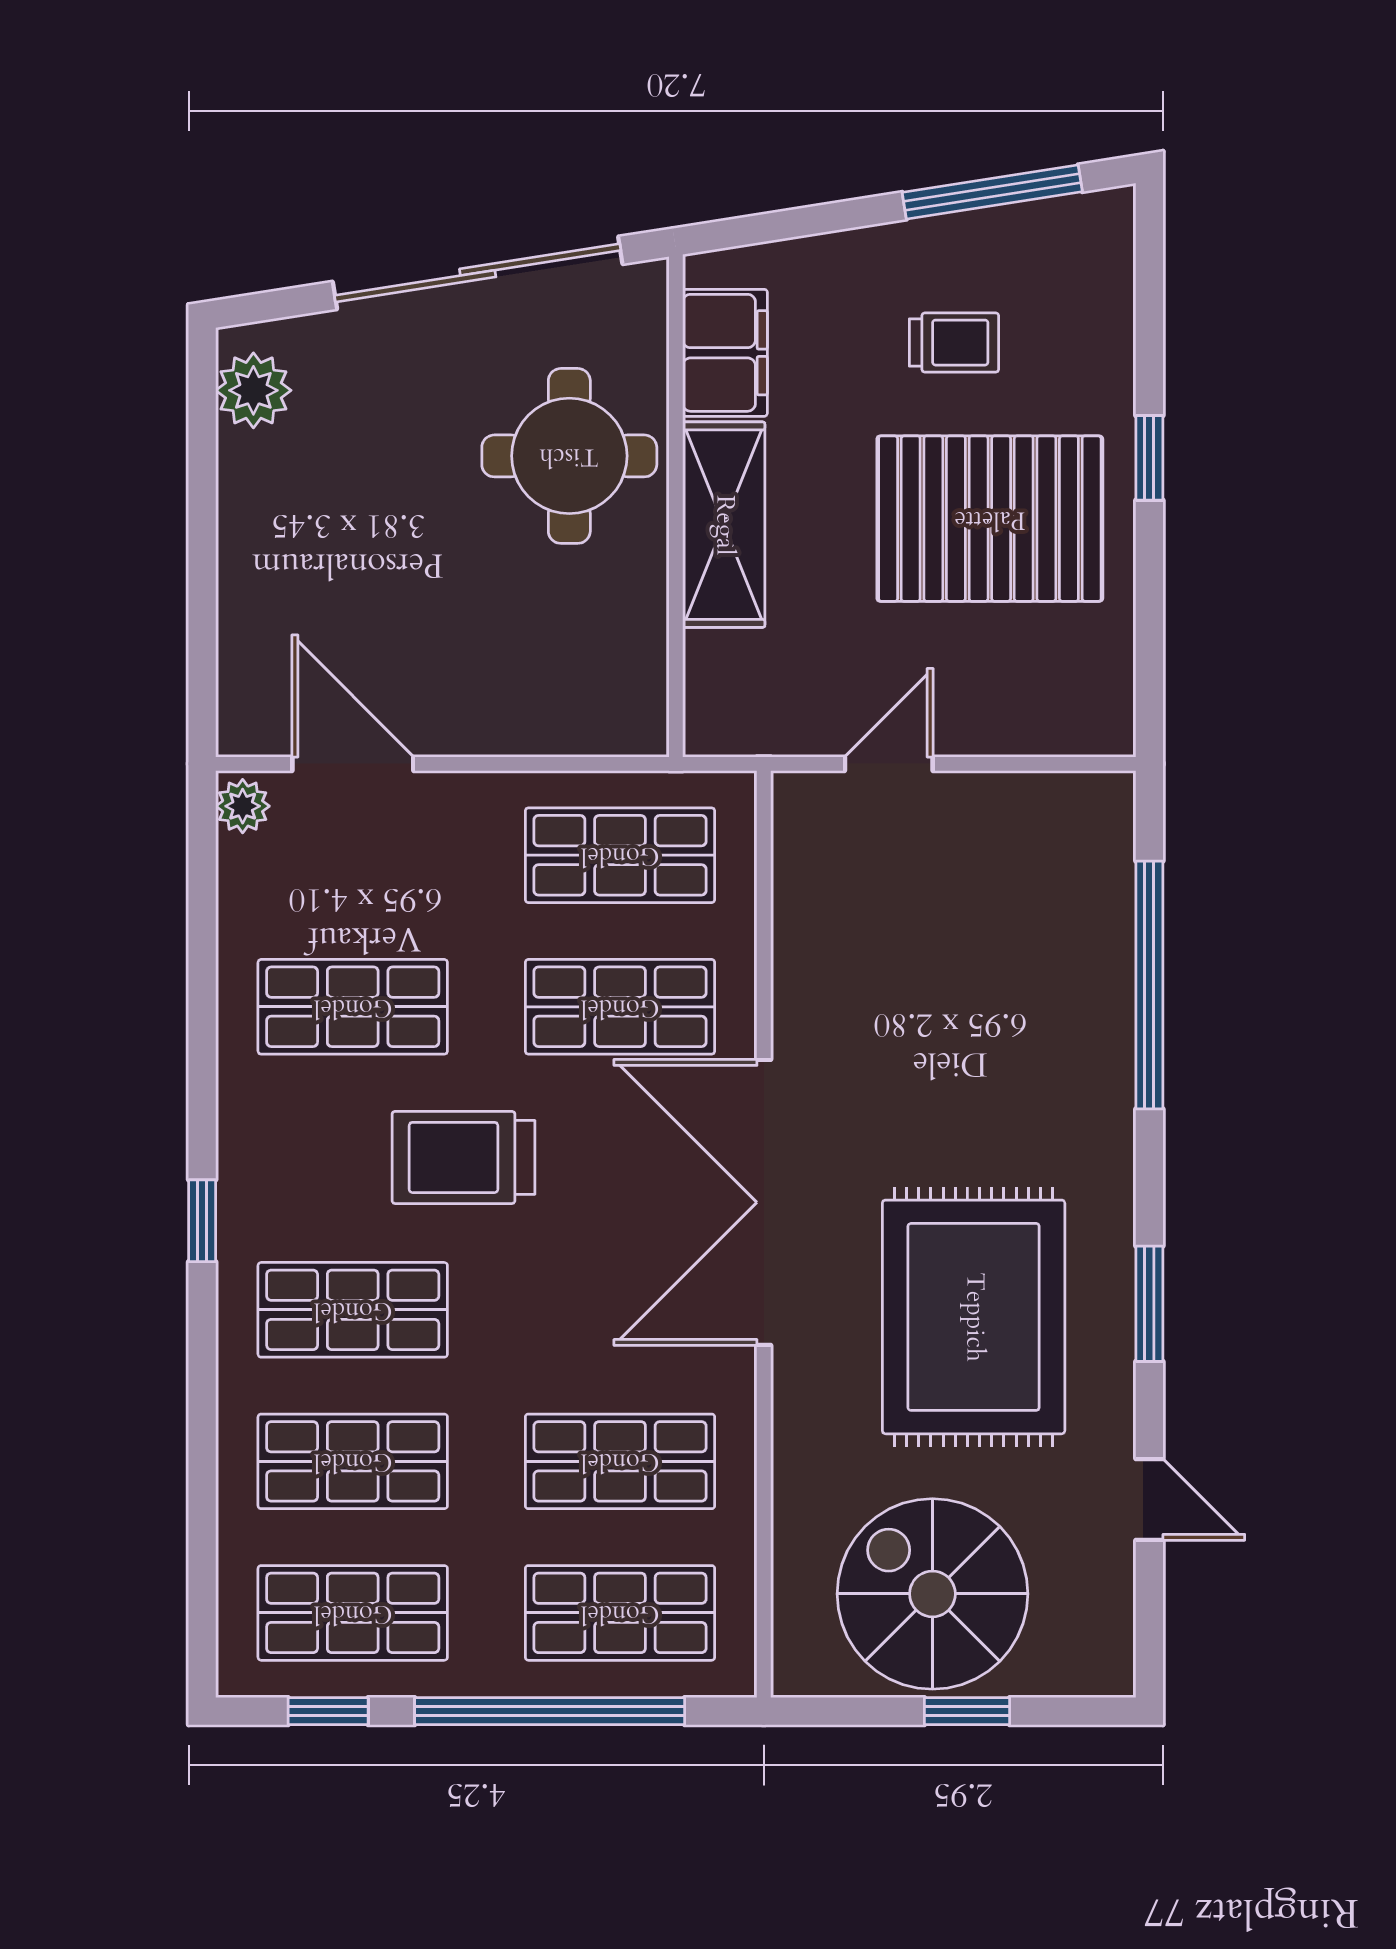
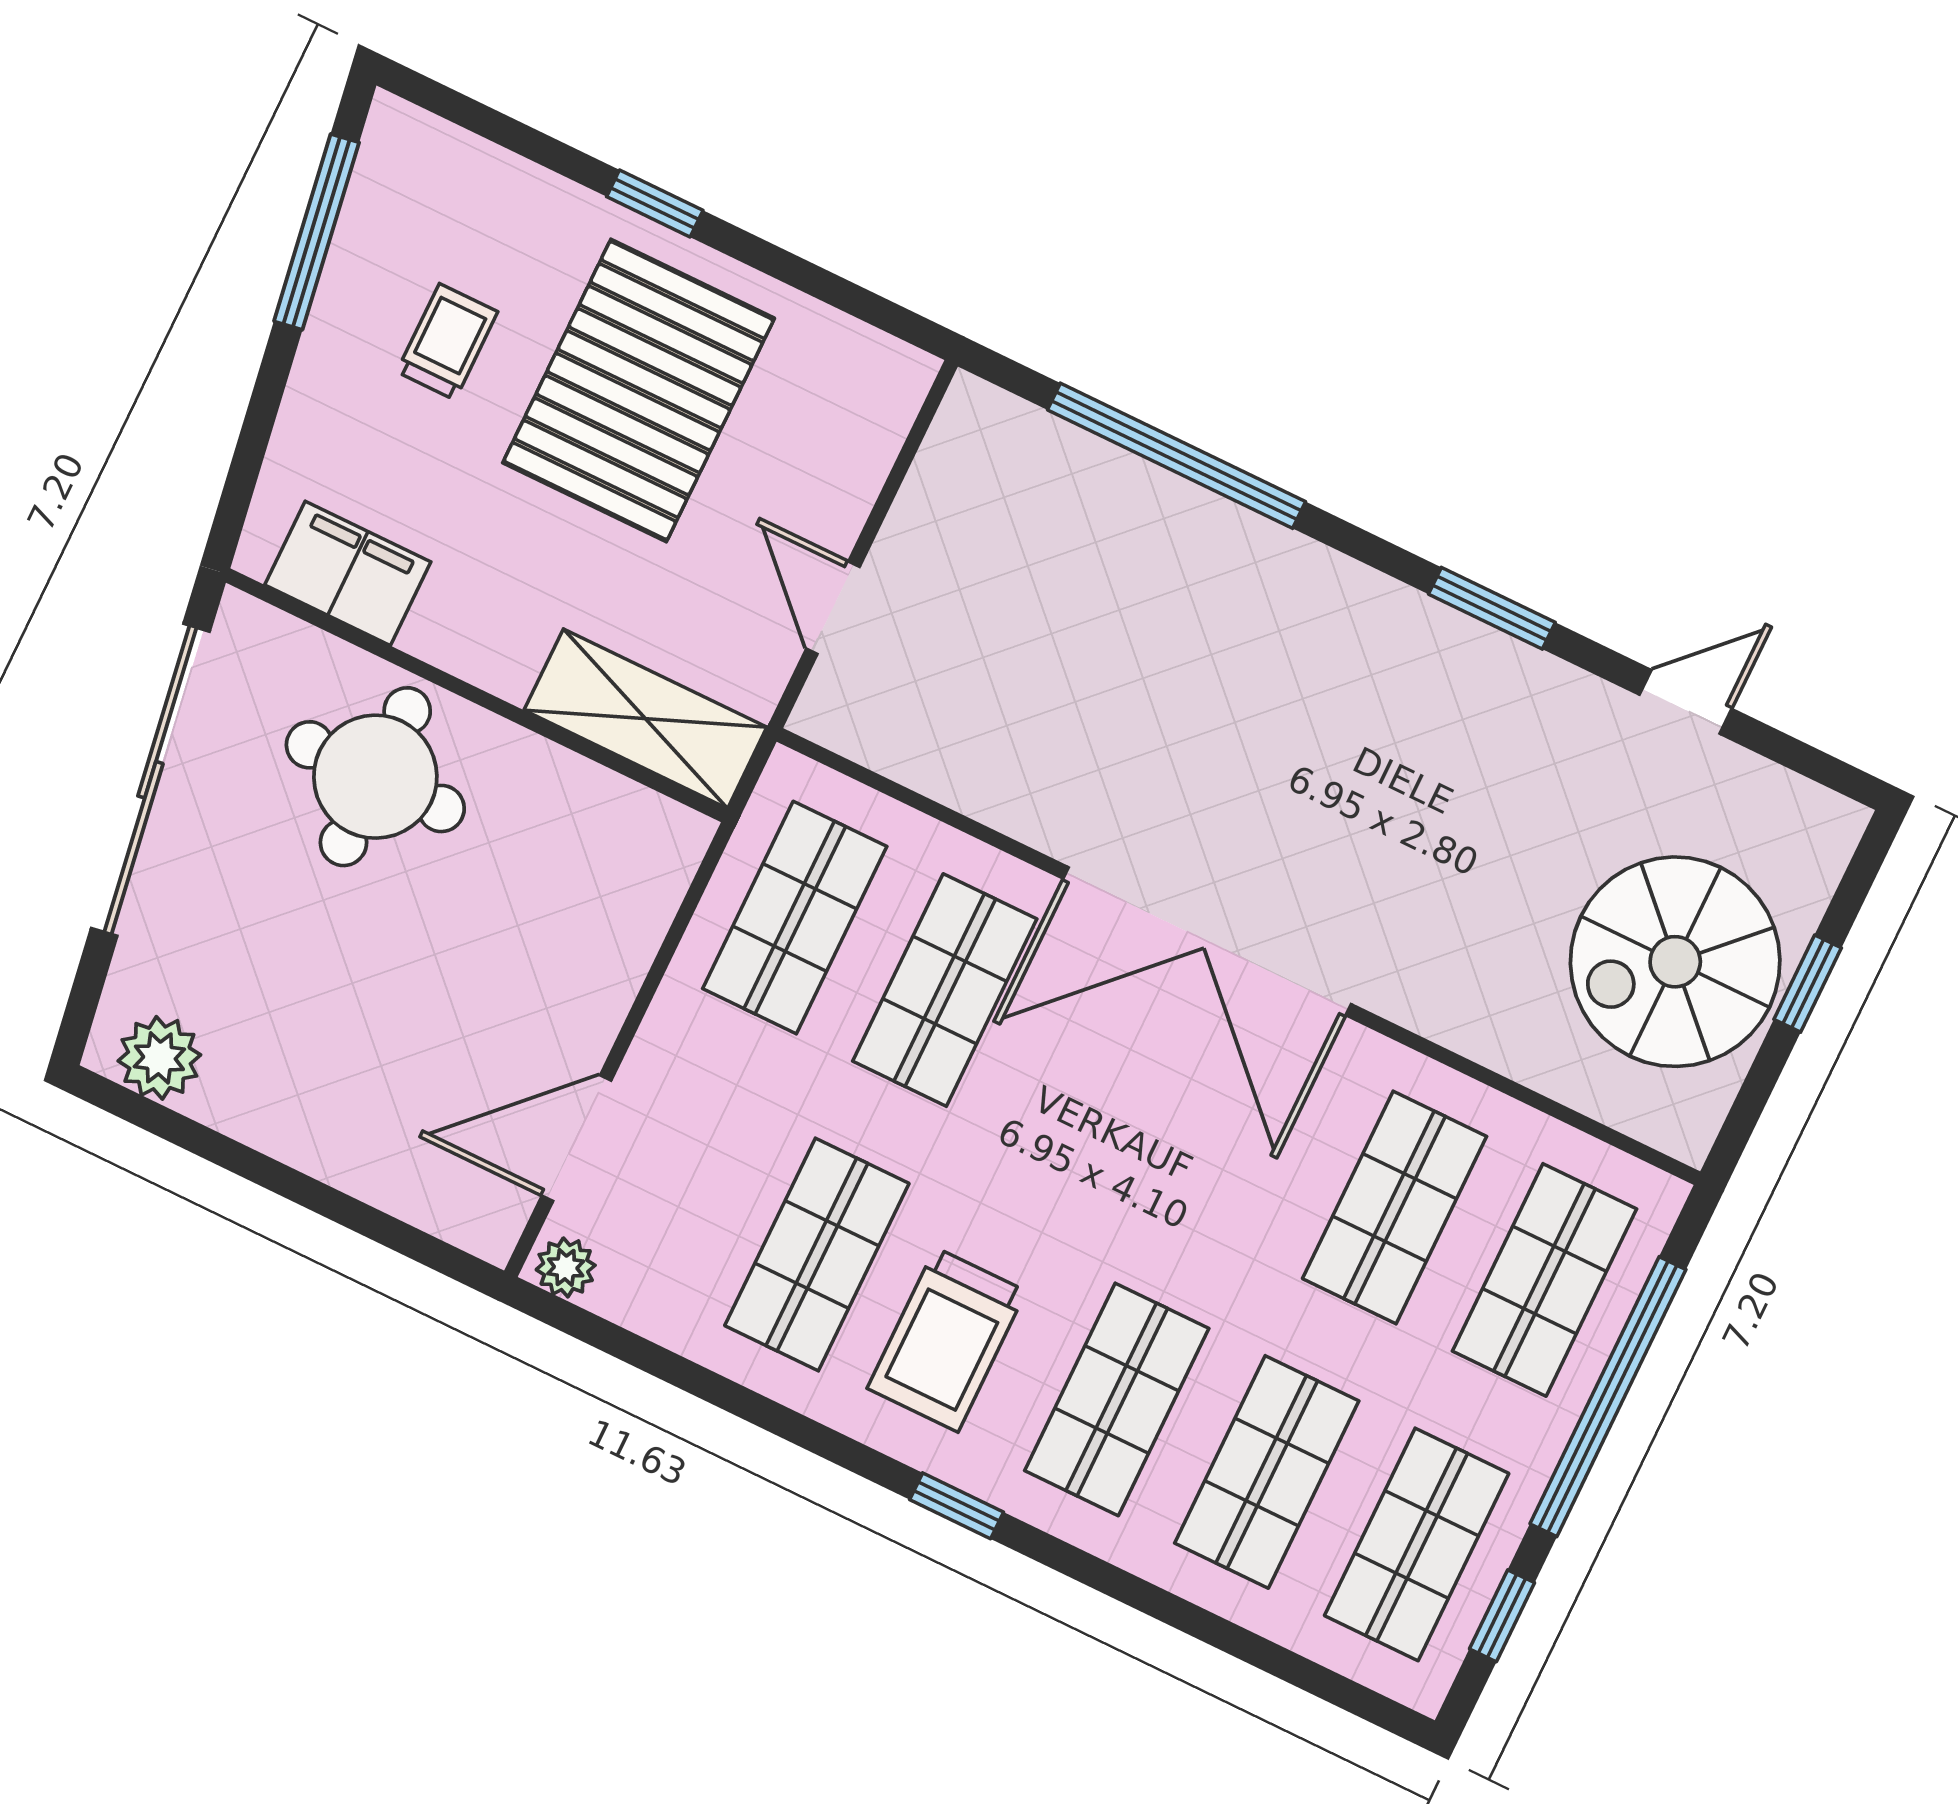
shelving: (724, 525) -> (645, 719), moved
trolley: (463, 1157) -> (947, 1340), moved
rug: (974, 1317) -> (1421, 789), removed

